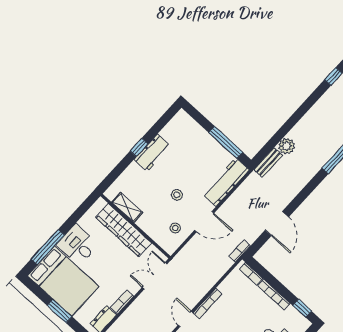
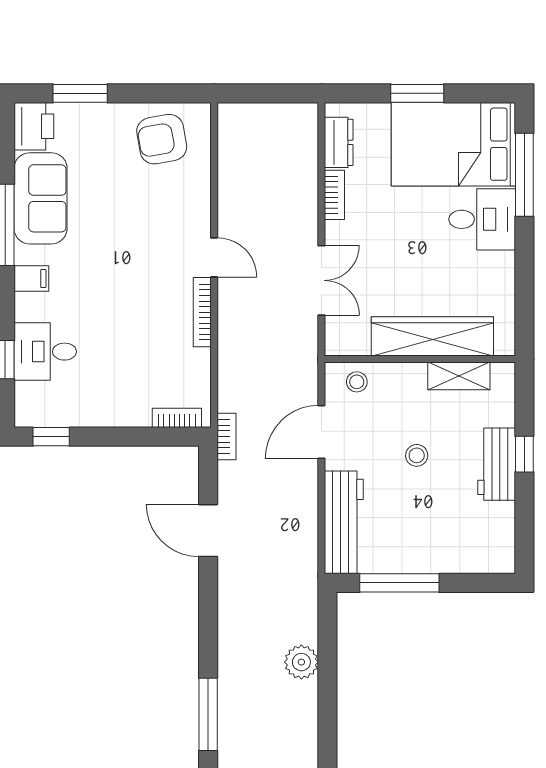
bench: (268, 162) -> (307, 611), removed
stool: (177, 195) -> (417, 455), moved
shelving: (127, 207) -> (459, 376), moved
wall: (136, 226) -> (420, 359), moved
wardrobe: (124, 230) -> (432, 336), moved
bookcase: (274, 295) -> (113, 418), removed

